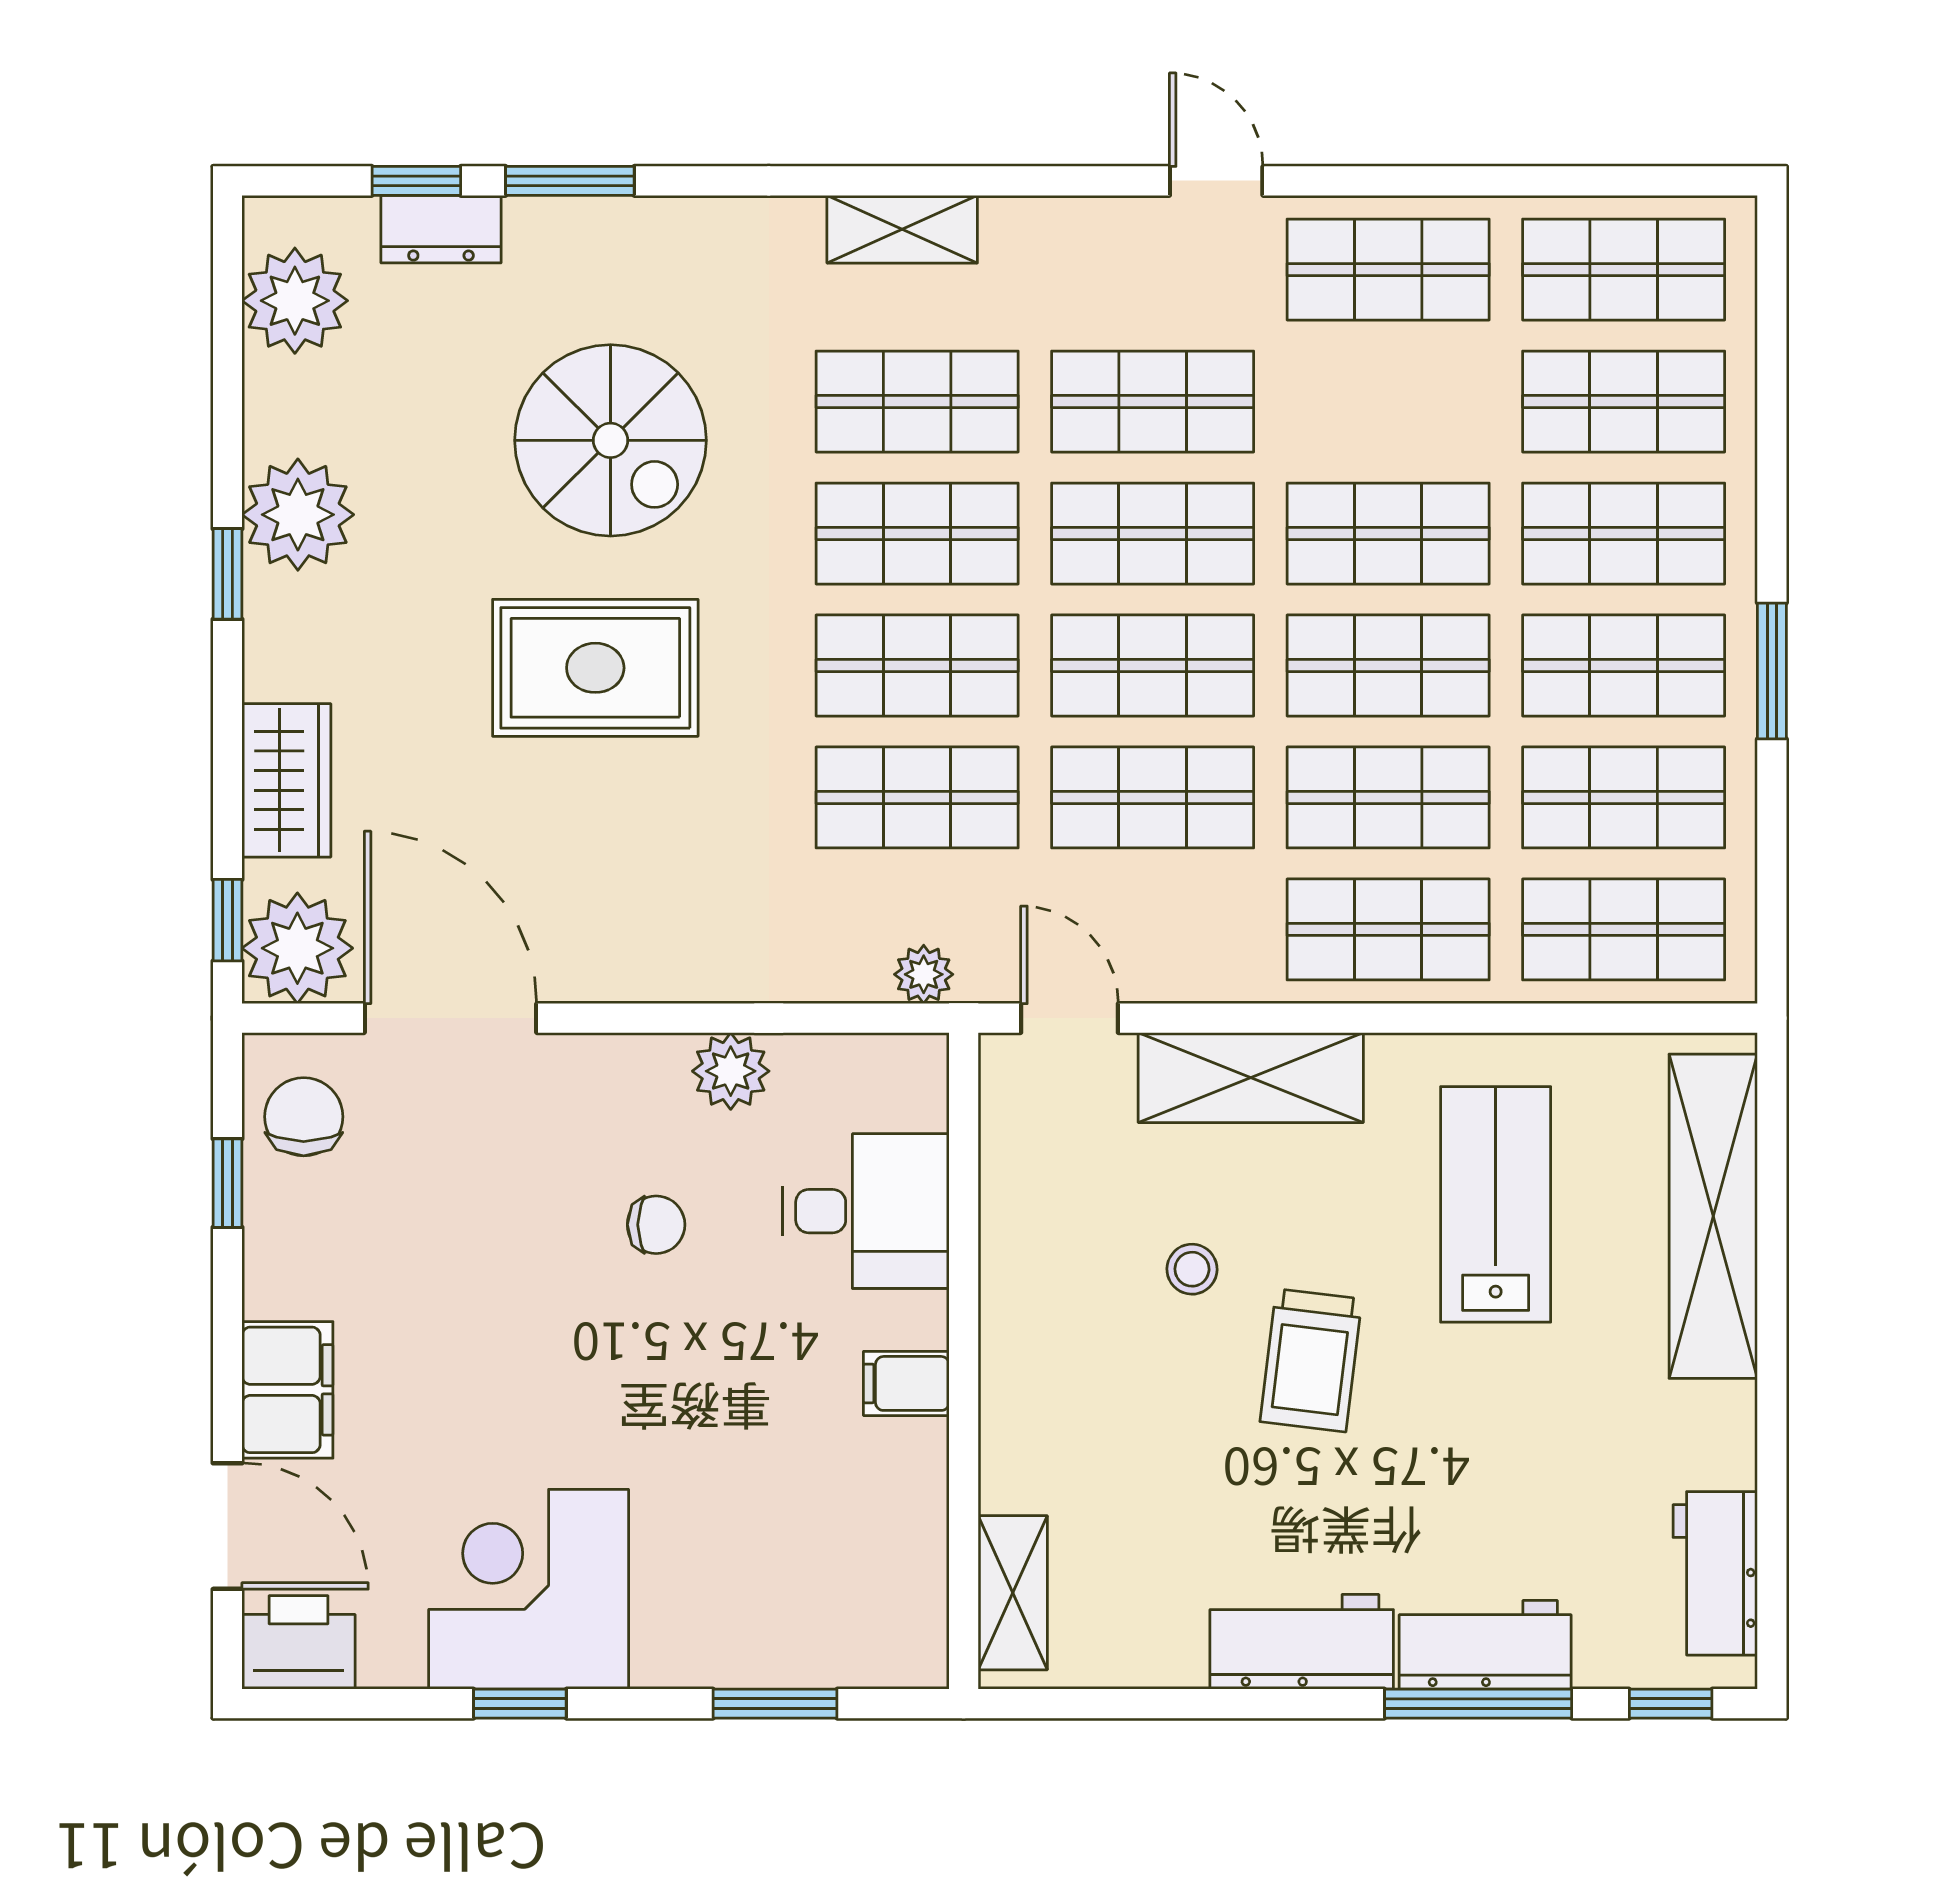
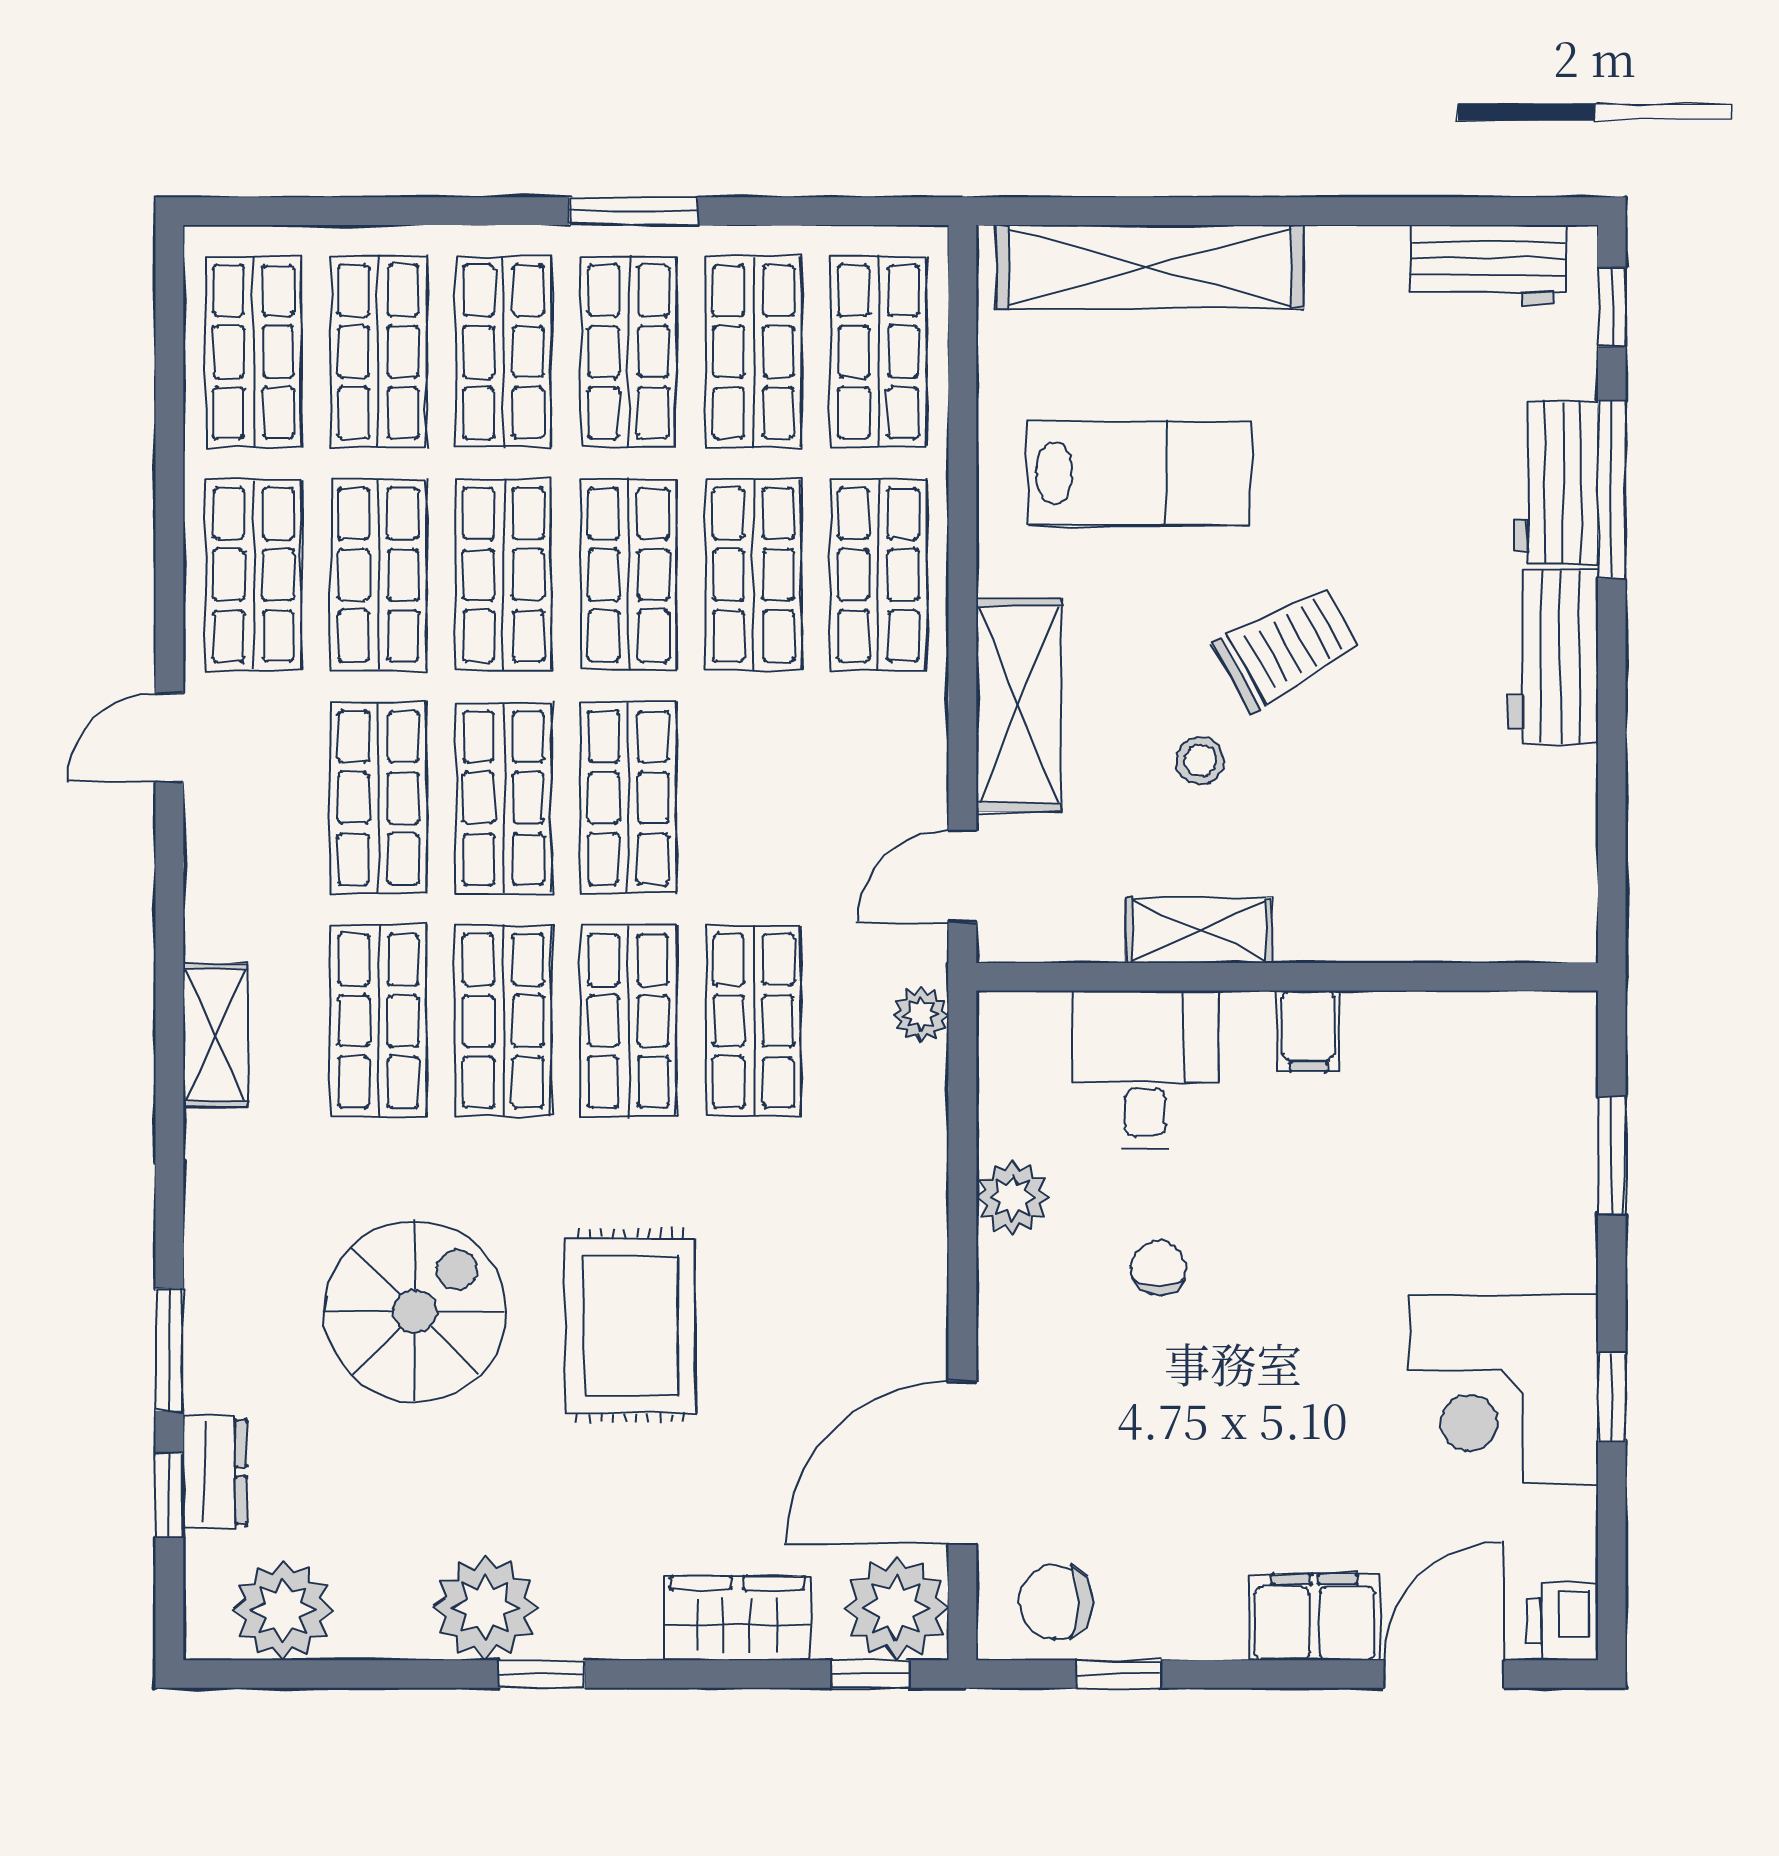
shop shelf: (1153, 797) -> (378, 575), moved
lab bench: (1496, 1204) -> (1139, 473), turned 180
trolley: (1311, 1360) -> (1287, 648), turned -36
shelving: (1013, 1593) -> (1199, 930), moved
printer: (299, 1642) -> (1562, 1621), width x0.73, depth x0.81

